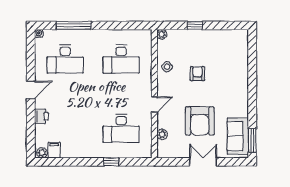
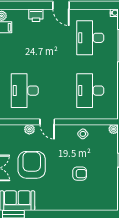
armchair: (197, 74) -> (80, 174), moved
armchair: (200, 121) -> (32, 165), turned 90
plant: (162, 134) -> (29, 129), moved

